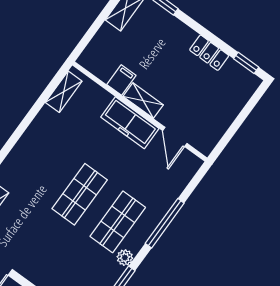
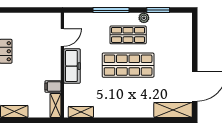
shelving: (143, 101) -> (55, 106), moved
shop shelf: (80, 194) -> (128, 65), width x1.43, depth x1.36

